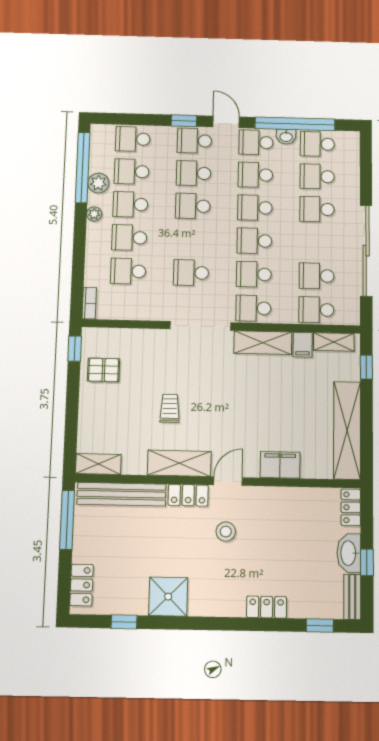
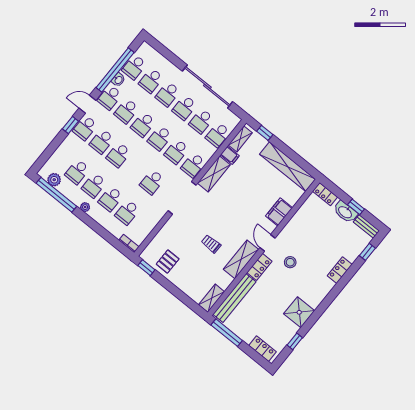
school desk: (133, 139) -> (184, 108), moved
plant: (98, 183) -> (54, 180), moved

